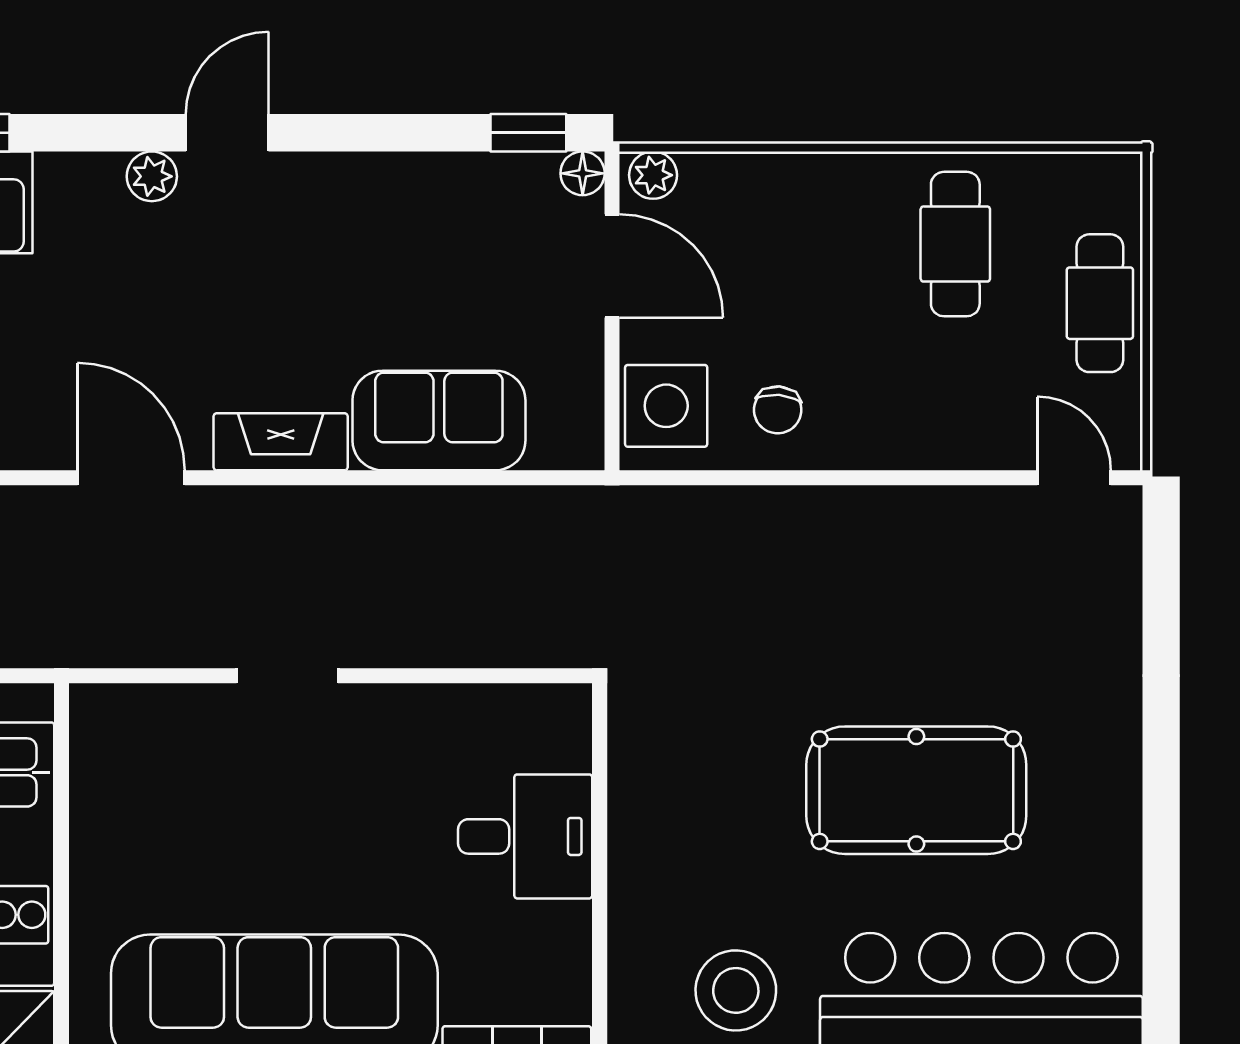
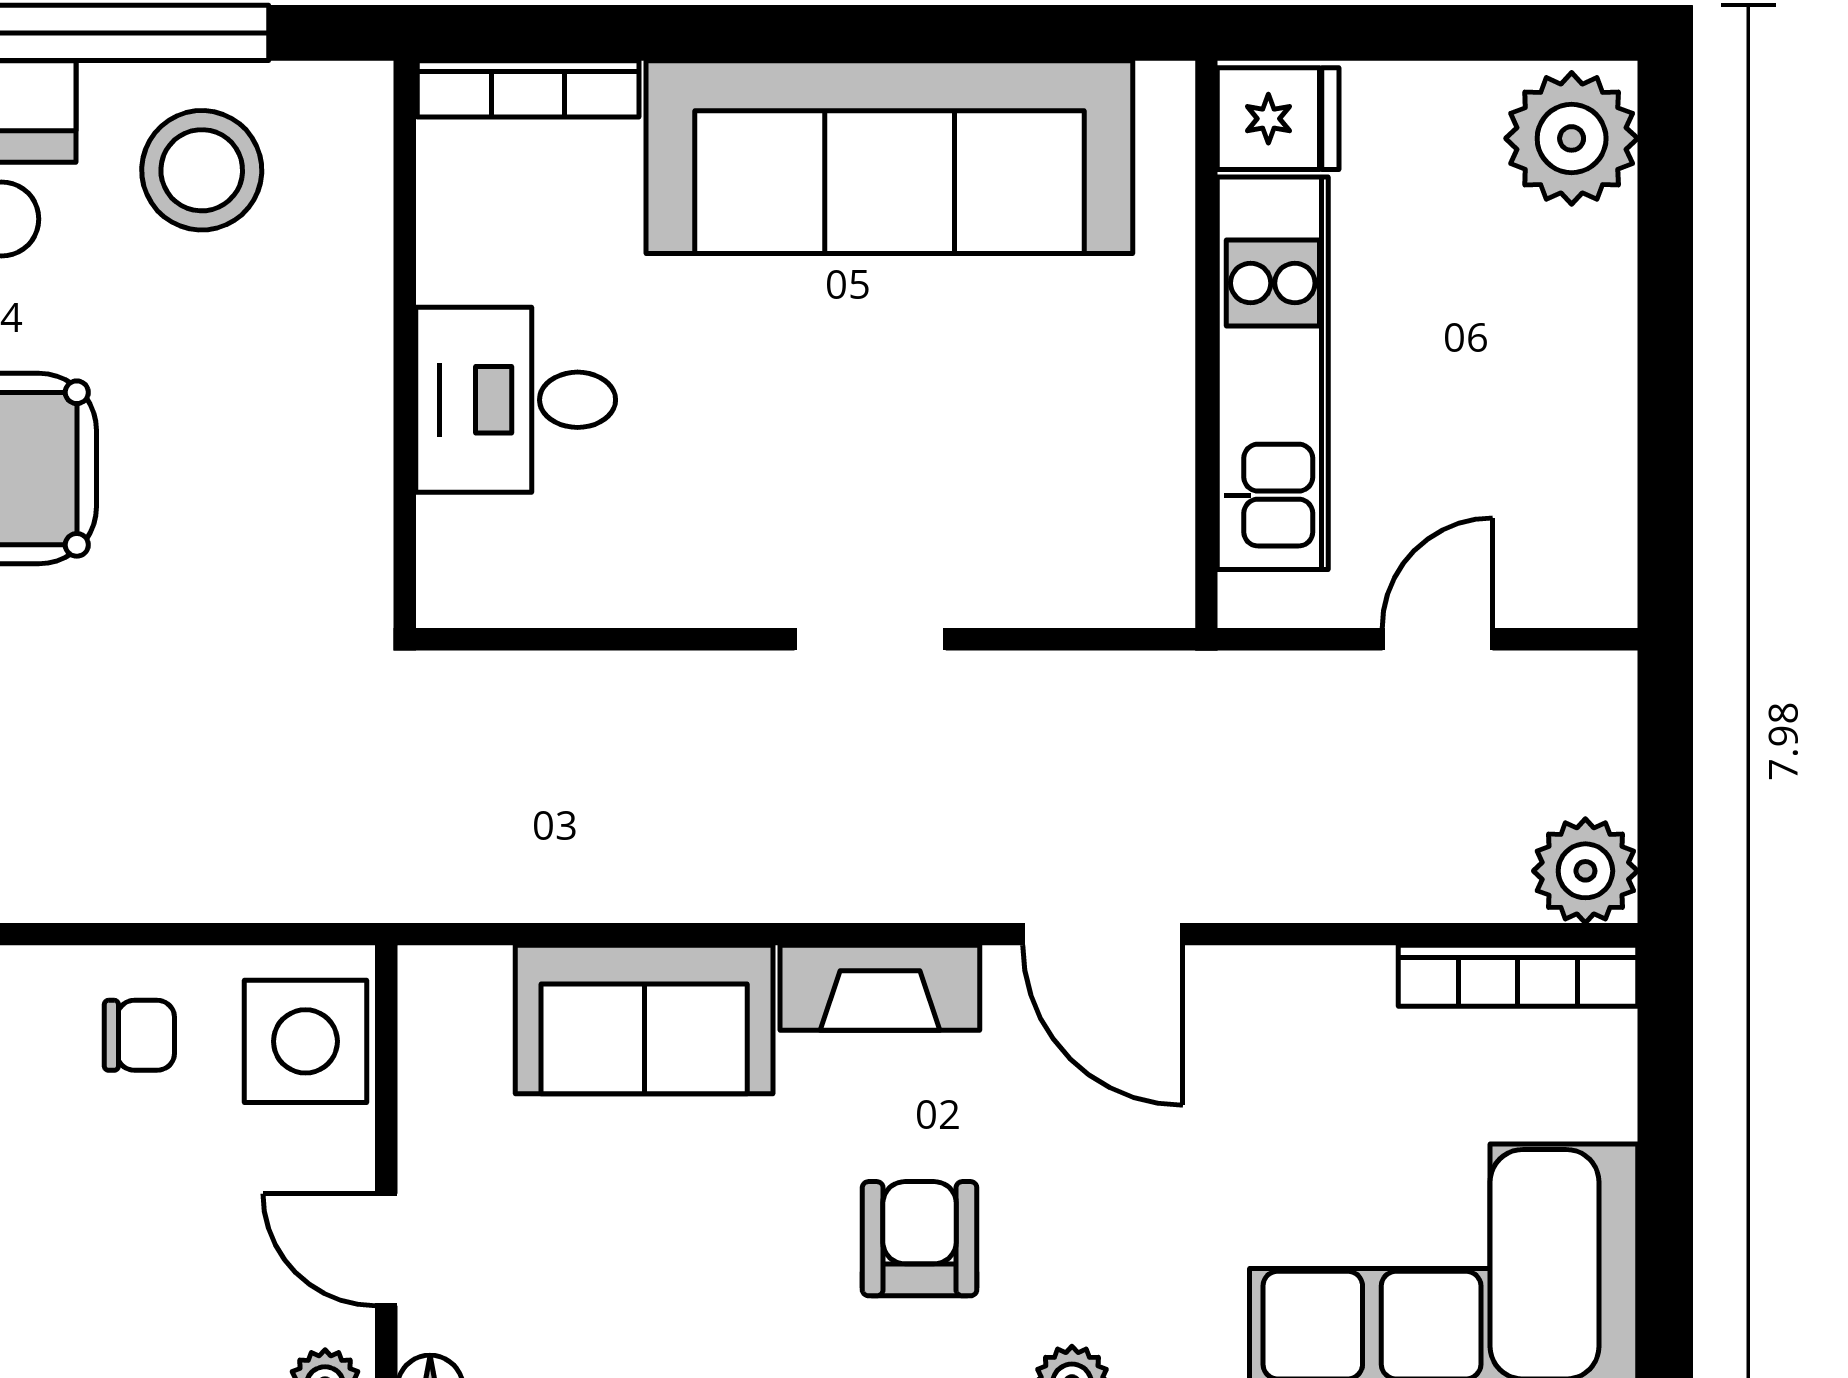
door: (612, 266) -> (386, 1250), width x0.73
armchair: (254, 273) -> (920, 1239), added
chair: (778, 410) -> (139, 1035), turned 85

